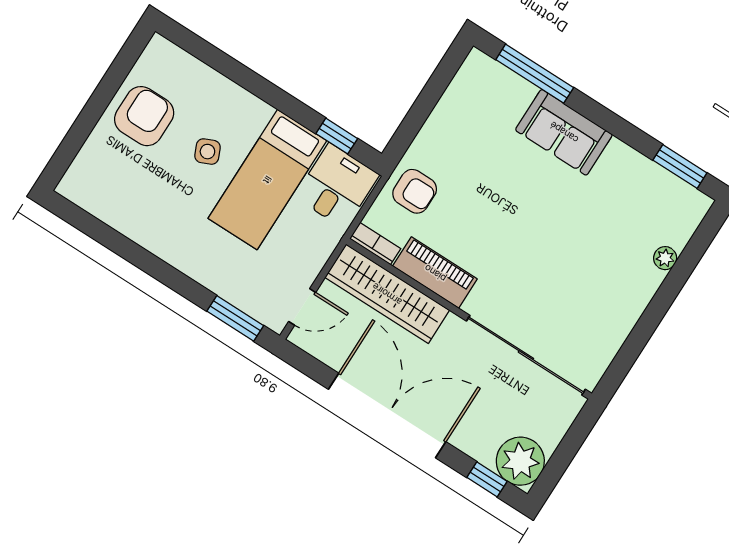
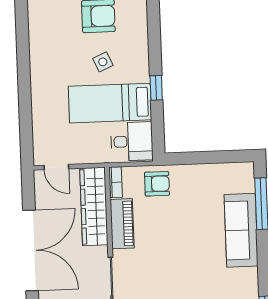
sofa: (564, 132) -> (241, 230), width x1.36
window: (337, 136) -> (156, 88), moved
armchair: (415, 191) -> (157, 184), turned -90
window: (235, 318) -> (26, 136), removed

